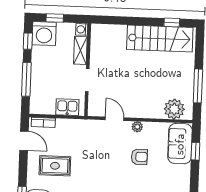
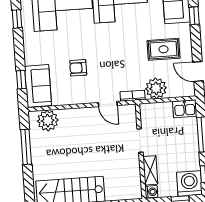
kitchen sink: (67, 107) -> (185, 109), moved
bookcase: (43, 122) -> (133, 96), moved
plant: (137, 127) -> (156, 88), moved, width x1.88, depth x1.88

